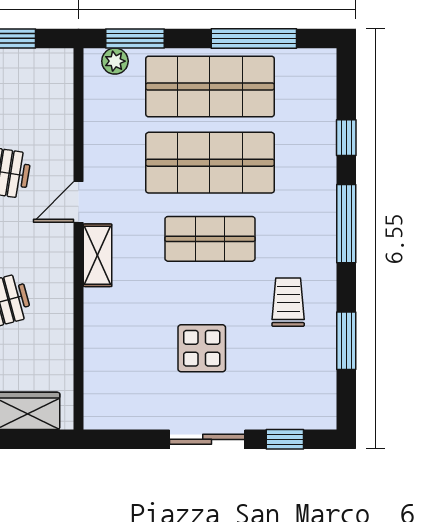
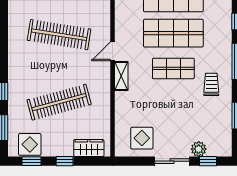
trolley: (288, 302) -> (211, 84), moved
display table: (202, 348) -> (142, 138), moved
plant: (265, 413) -> (199, 149), added

